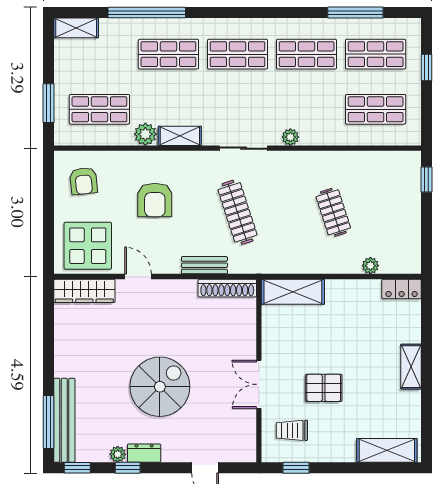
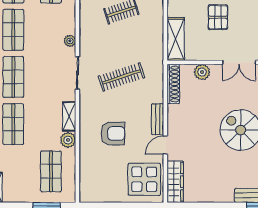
armchair: (83, 181) -> (100, 182), removed
bench: (204, 265) -> (158, 119), moved
plant: (245, 330) -> (202, 72), added
pallet: (324, 388) -> (218, 17), moved

